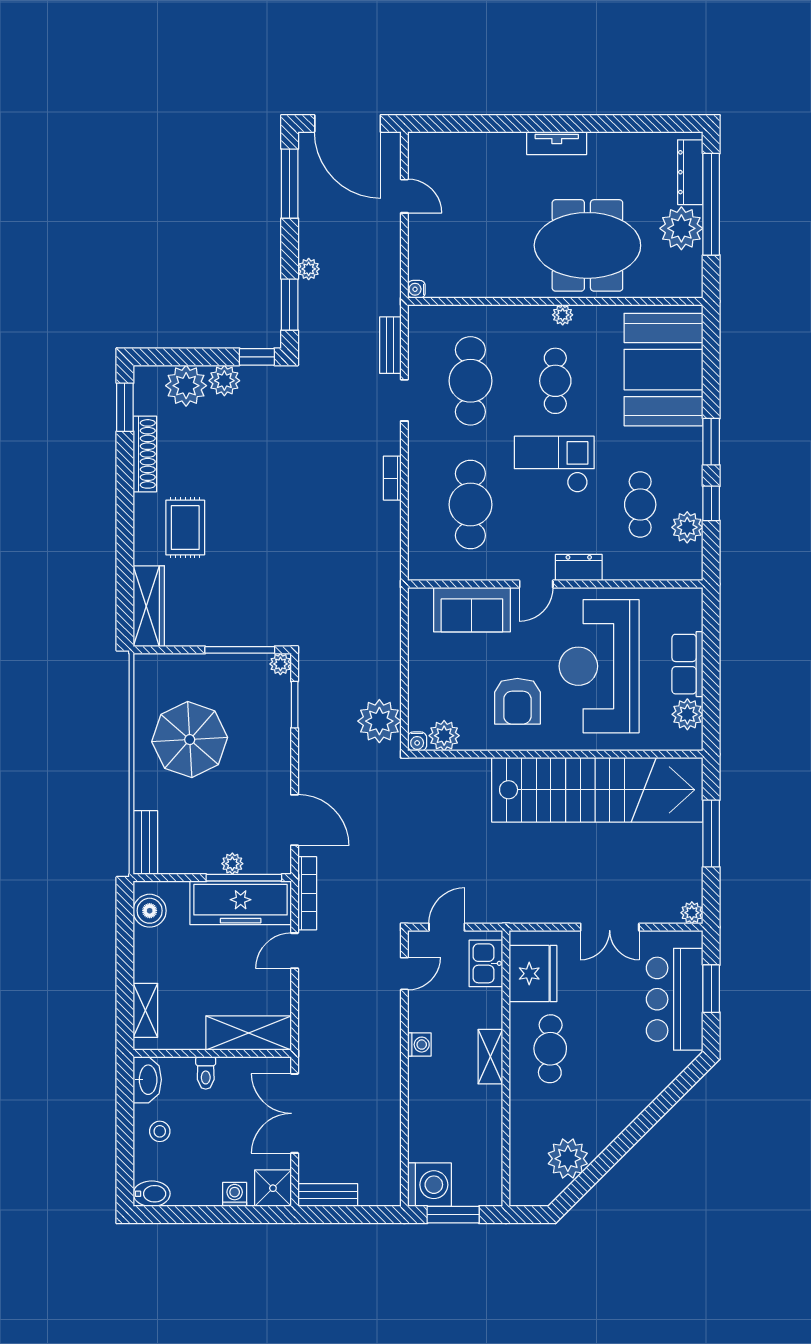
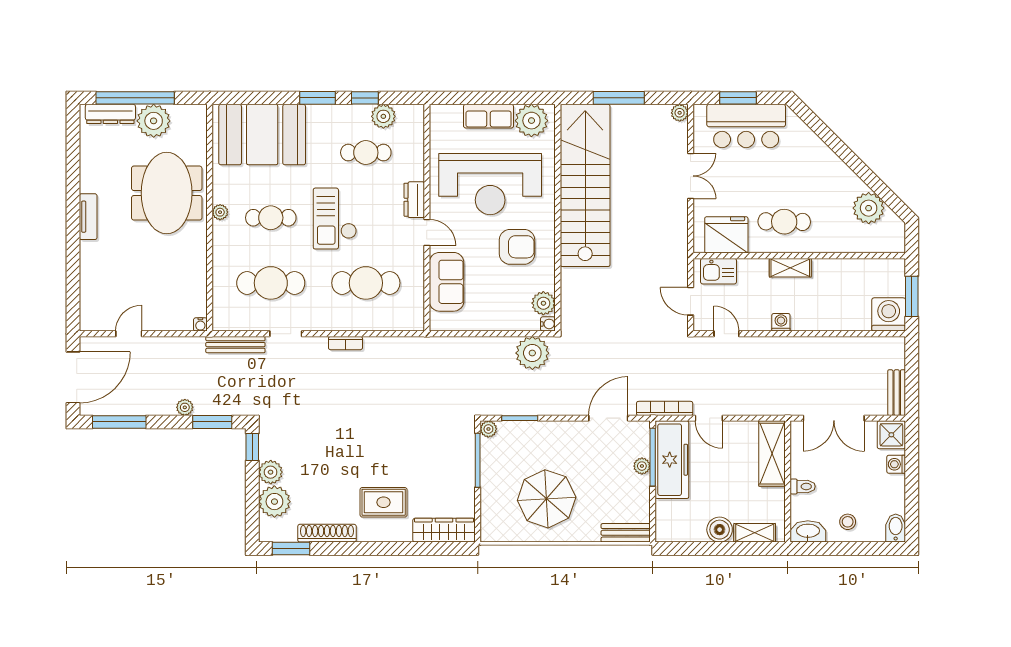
bench: (390, 345) -> (235, 345), width x1.36
plant: (687, 714) -> (531, 121), width x1.36, depth x1.36
boiler: (150, 911) -> (720, 530), moved

